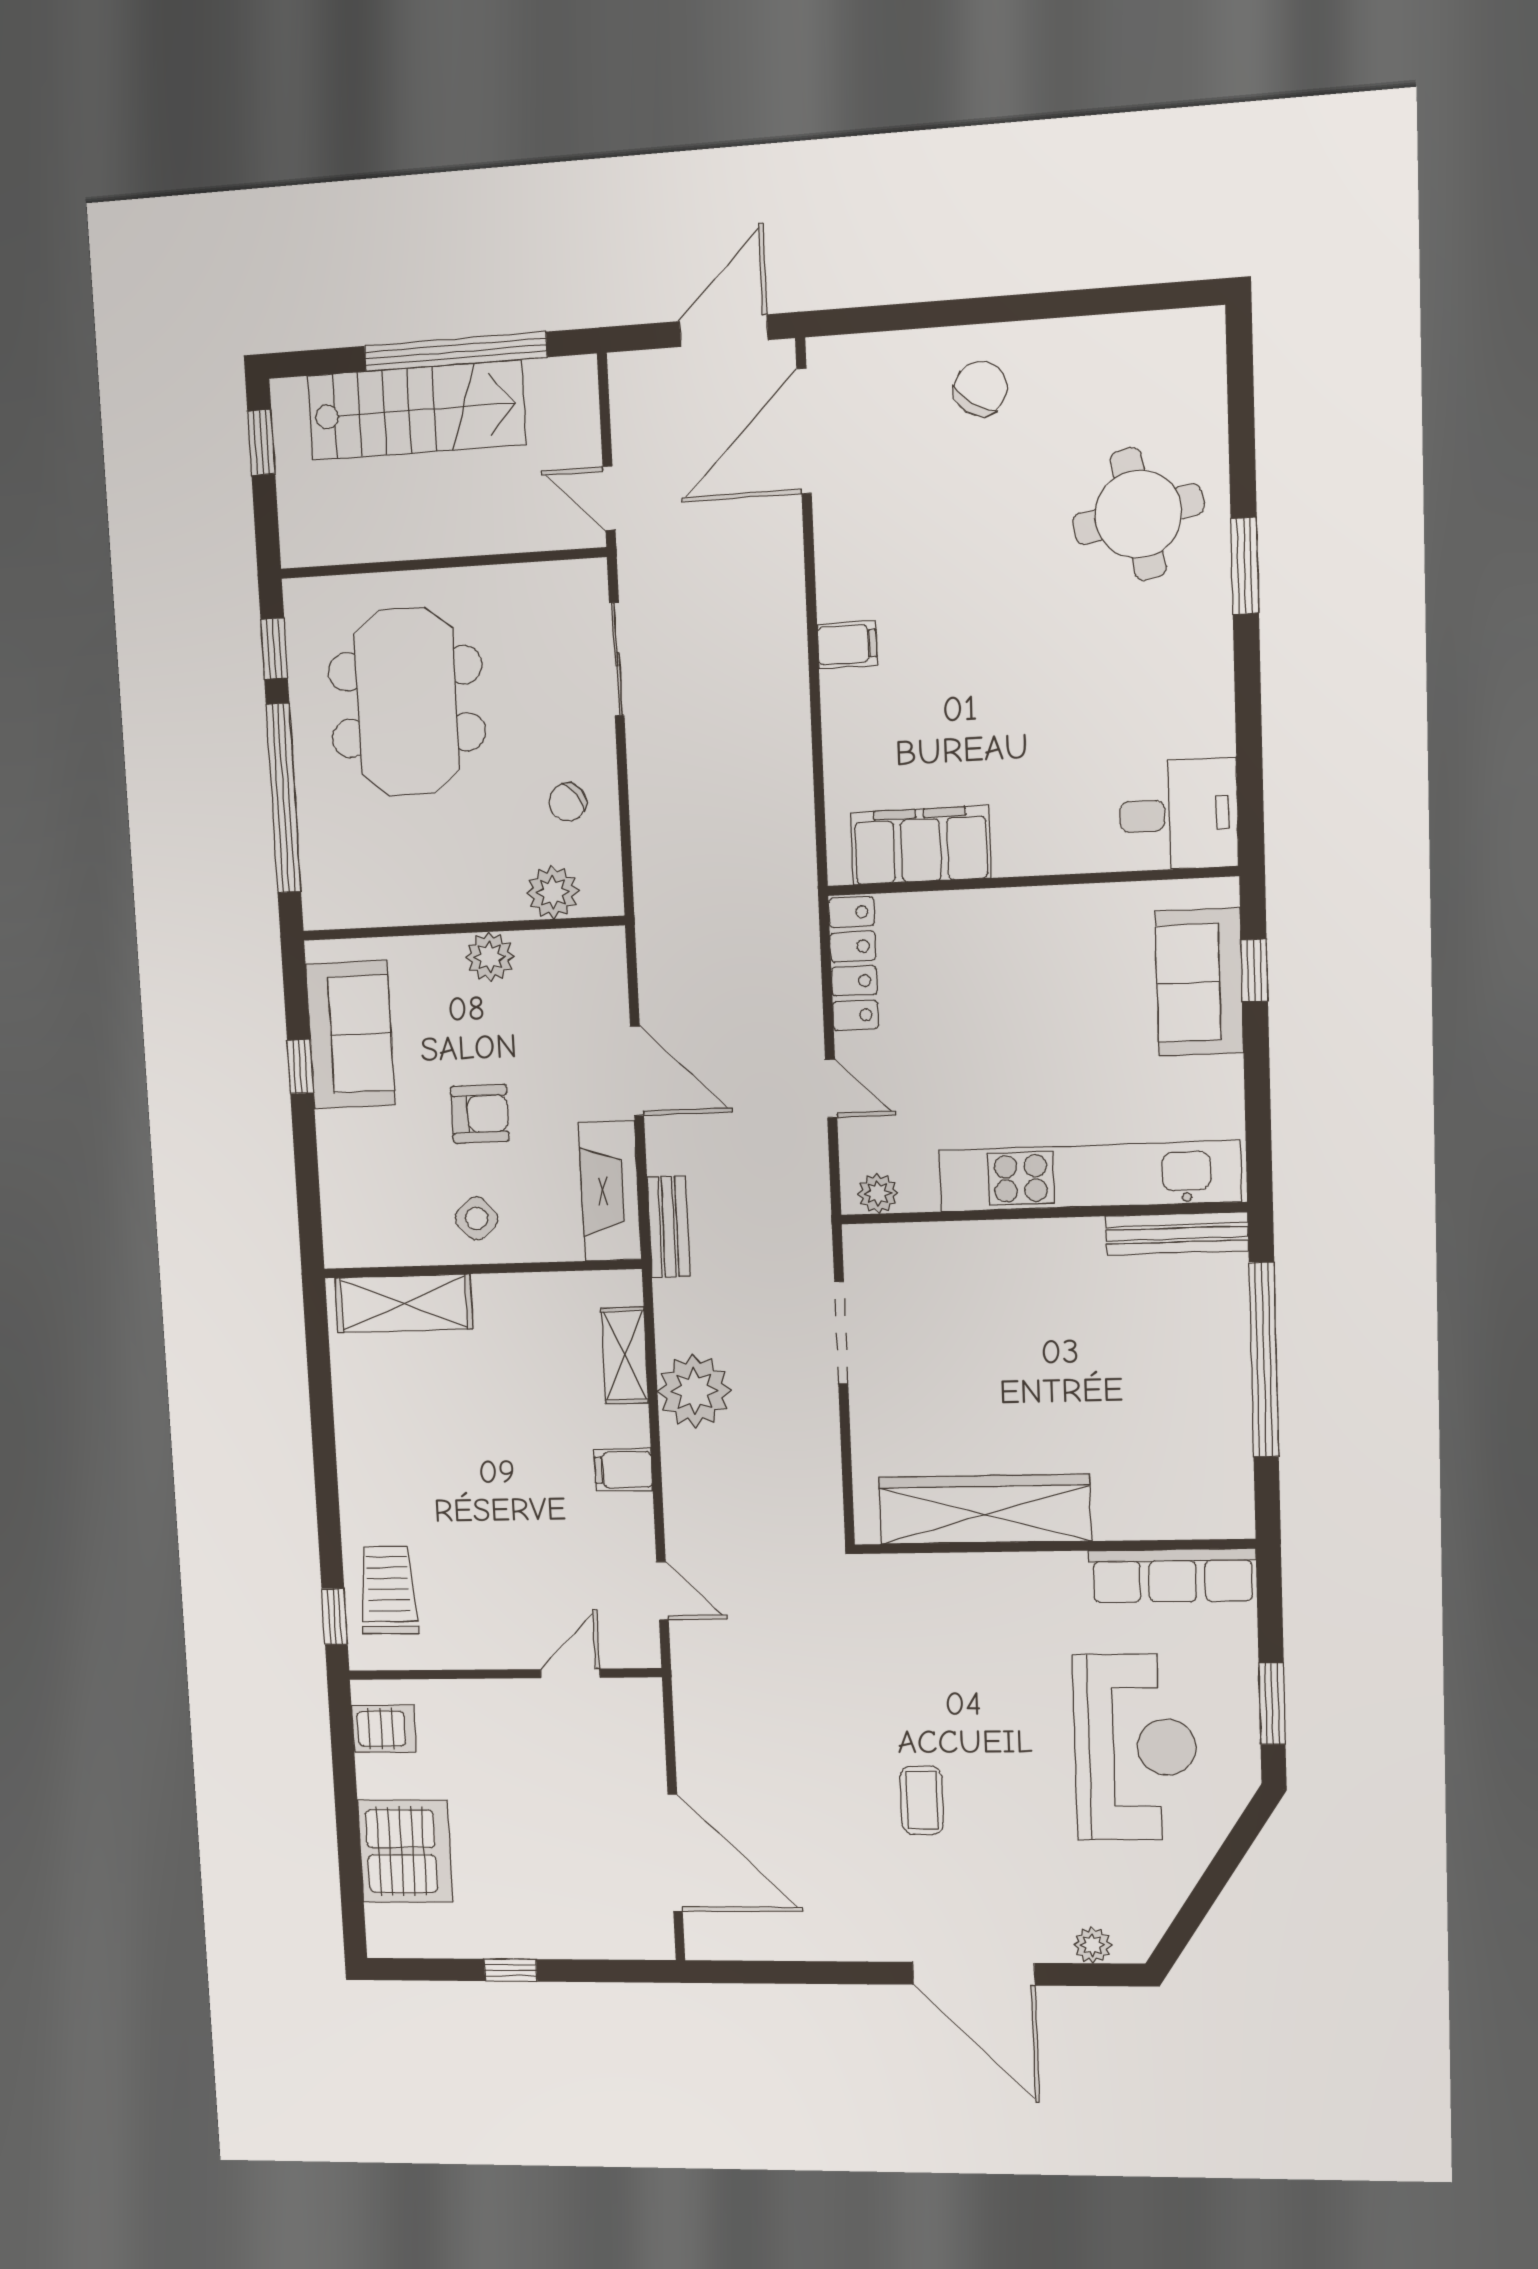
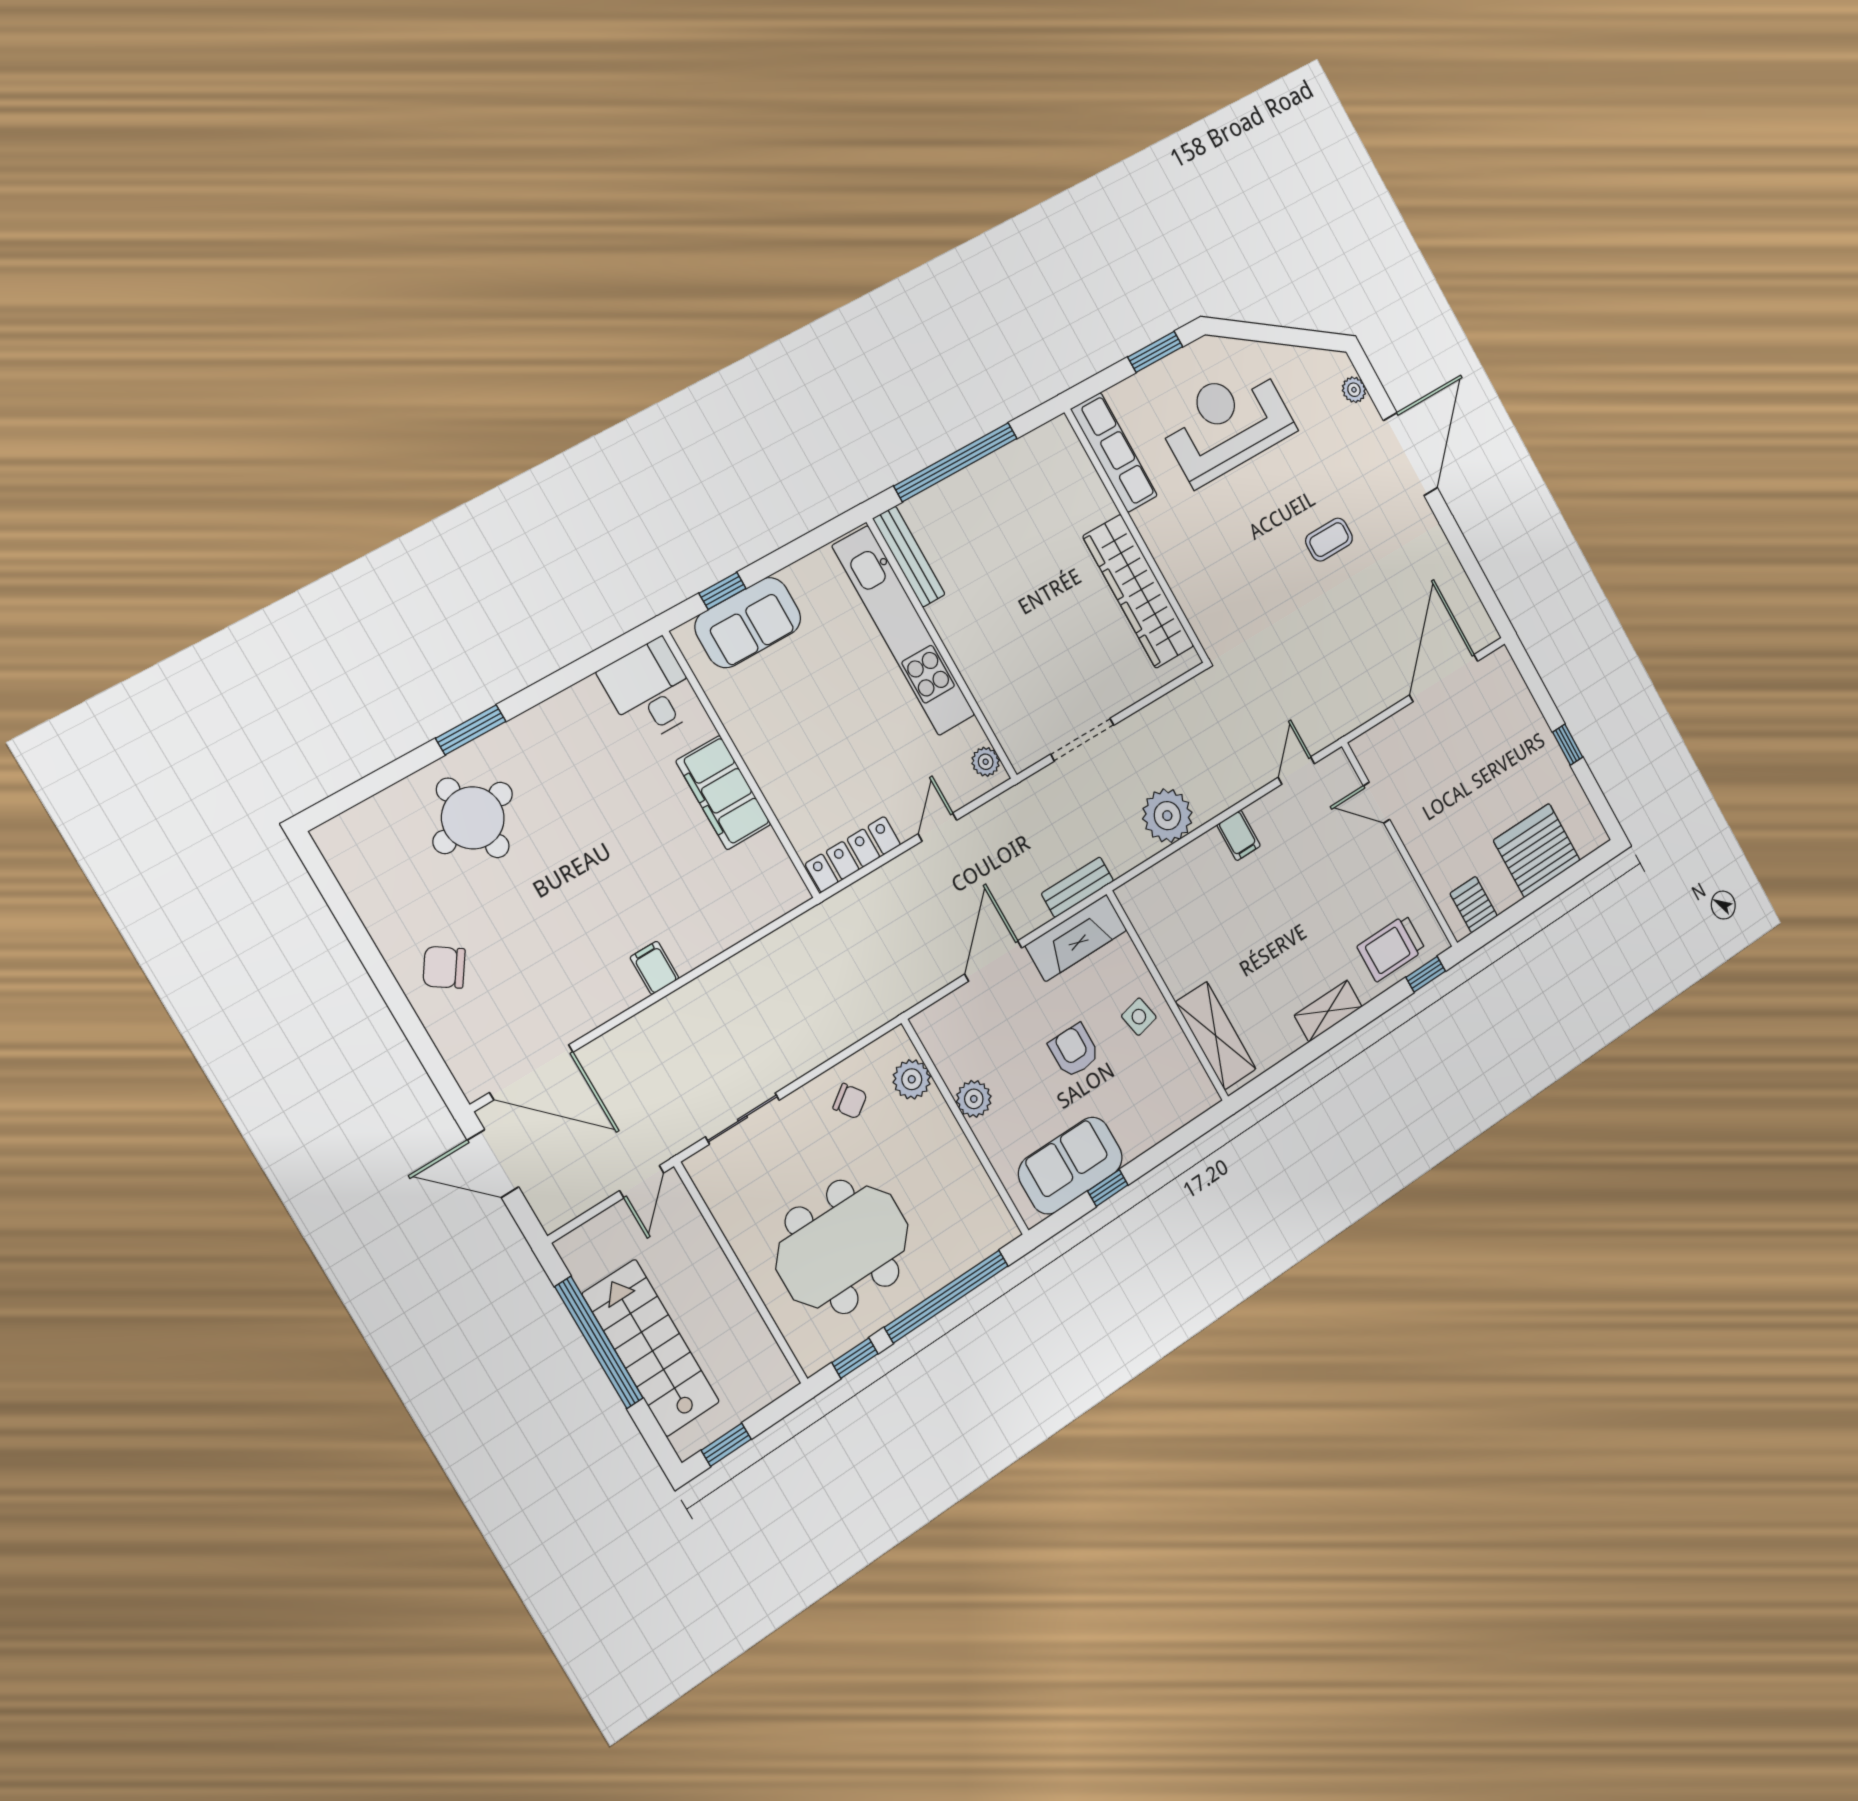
filing cabinet: (921, 845) -> (723, 793), moved
side table: (477, 1218) -> (1139, 1017), turned 30
shelving: (625, 1355) -> (1328, 1011), moved

